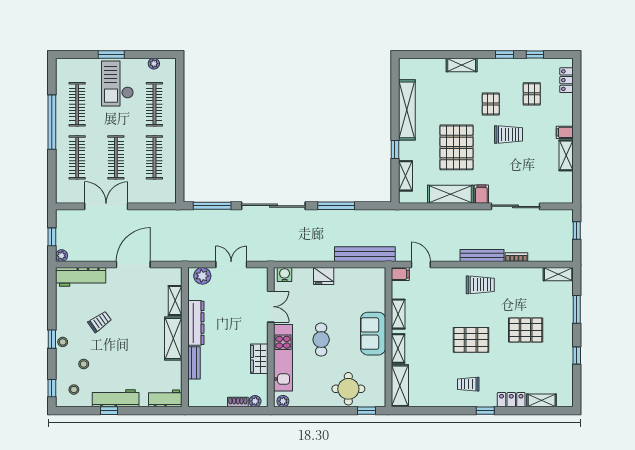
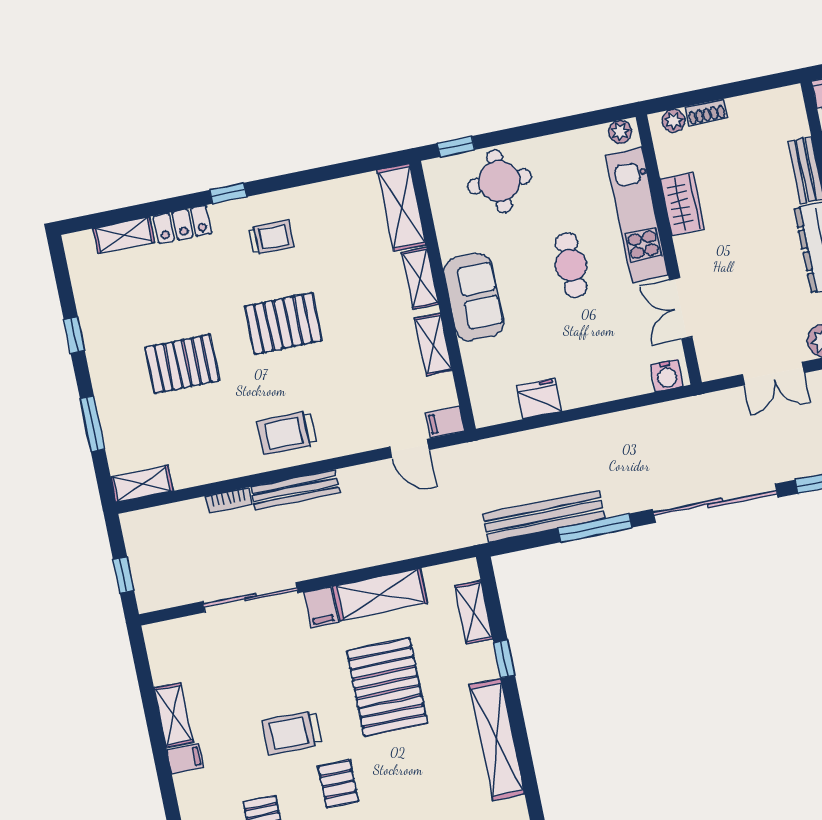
bench: (365, 254) -> (544, 516), moved
fridge: (324, 276) -> (539, 399), moved

